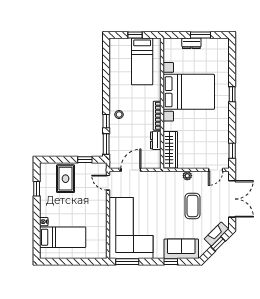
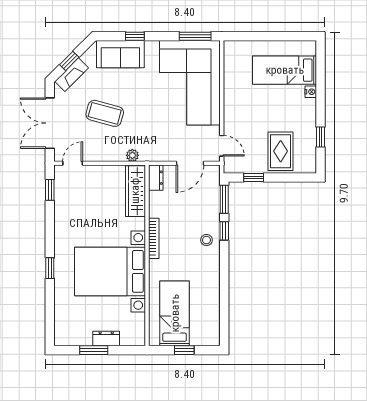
dresser: (156, 140) -> (156, 178), moved
plant: (187, 176) -> (132, 155), moved
coffee table: (193, 206) -> (105, 113), turned -75

